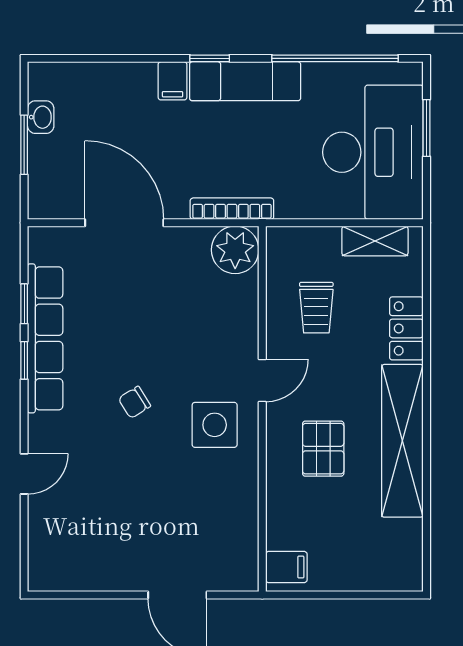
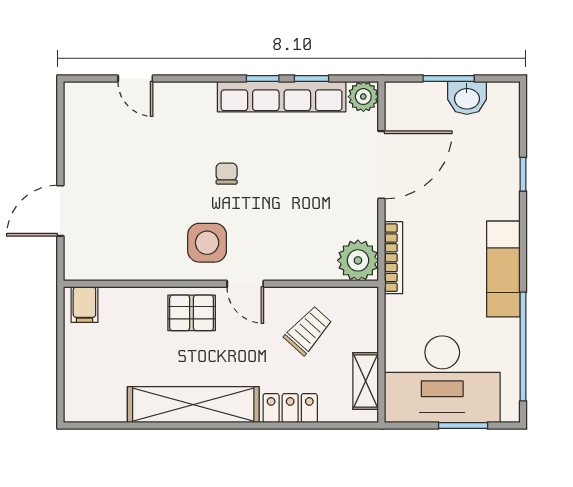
window: (210, 58) -> (523, 174), moved
filing cabinet: (173, 81) -> (504, 206), removed
washbasin: (41, 117) -> (467, 98), width x1.38, depth x1.45
plant: (45, 244) -> (363, 97), added
trolley: (316, 308) -> (308, 330), turned 132
chair: (134, 402) -> (227, 174), turned 32
pallet: (323, 449) -> (192, 313), moved
door: (24, 474) -> (135, 78), moved

